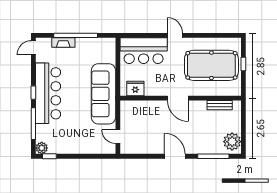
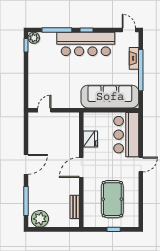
pool table: (211, 65) -> (112, 199), width x0.73, depth x0.76
fridge: (135, 88) -> (90, 139), moved
sofa: (103, 94) -> (110, 97), moved

